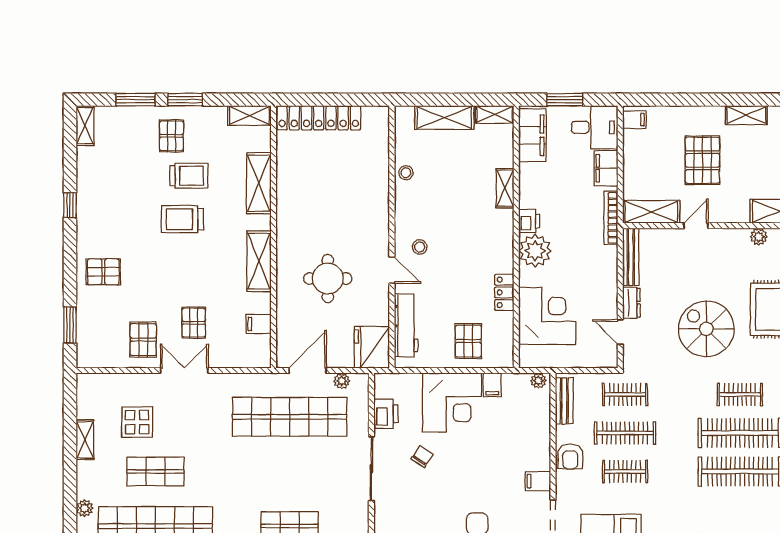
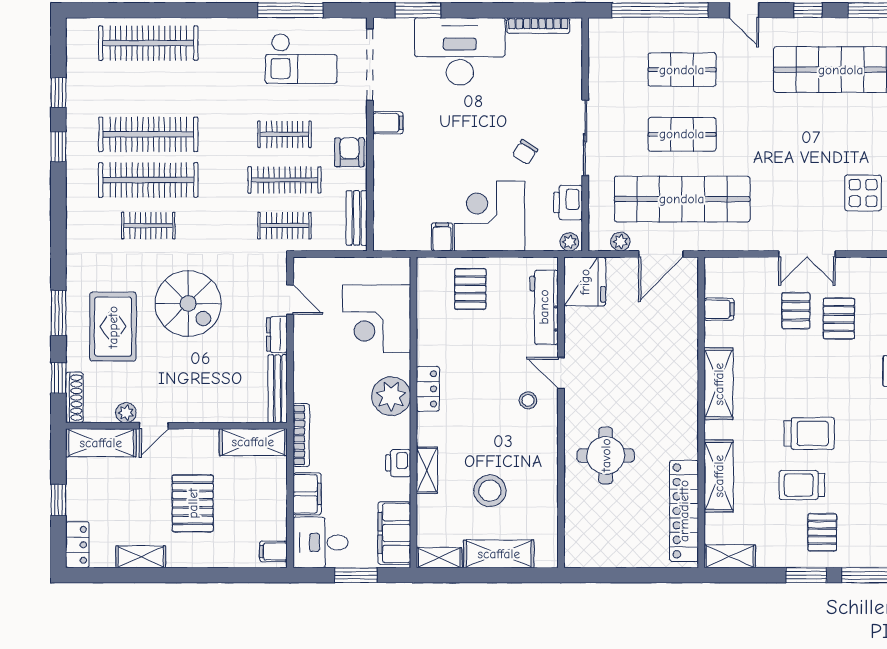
locker: (319, 118) -> (684, 511), moved, turned -90
stool: (406, 173) -> (490, 491), moved, width x1.89, depth x1.89
printer: (529, 221) -> (398, 463), moved
door: (696, 226) -> (154, 426), moved
round table: (328, 279) -> (606, 455), moved
locker: (504, 292) -> (428, 389), moved
pallet: (143, 340) -> (839, 319), moved
plant: (538, 381) -> (569, 242), moved
shop shelf: (155, 471) -> (682, 134), moved

